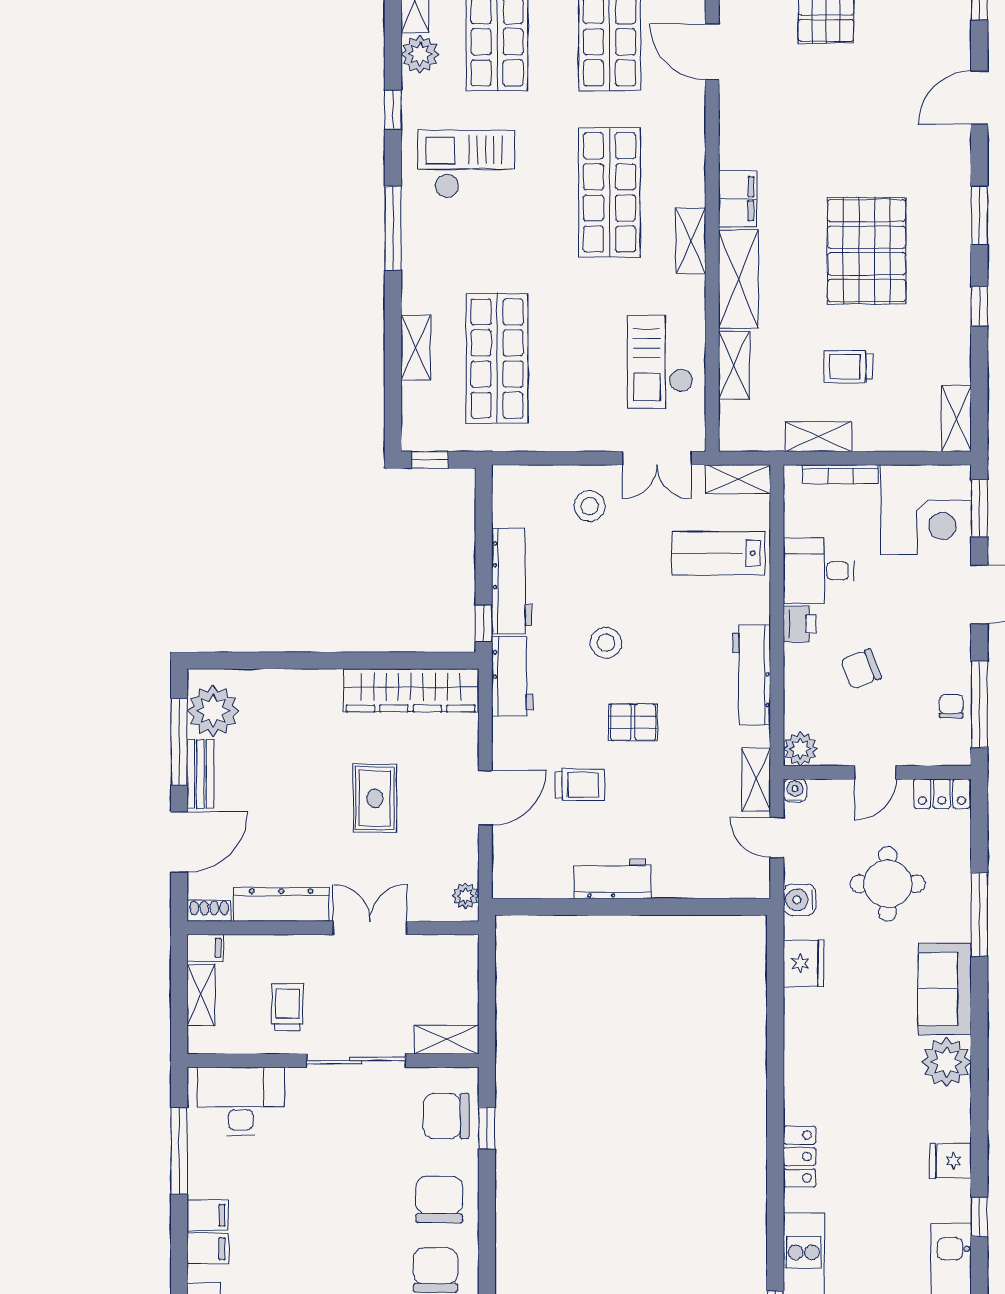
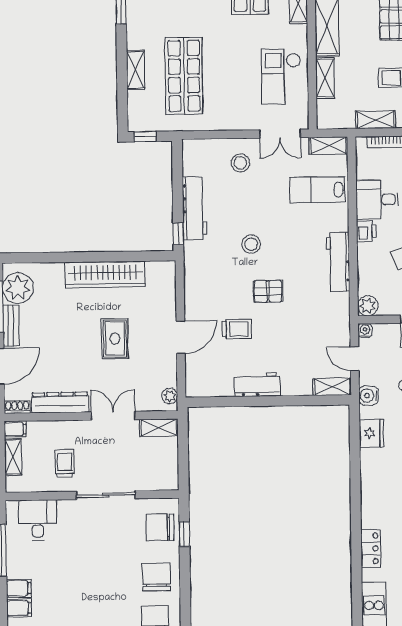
workbench: (512, 676) -> (196, 265), removed
wardrobe: (411, 690) -> (105, 274), moved
shelving: (756, 780) -> (332, 387), moved, turned 90
shelving: (447, 1040) -> (159, 428), moved
desk: (241, 1101) -> (38, 520), width x0.73

